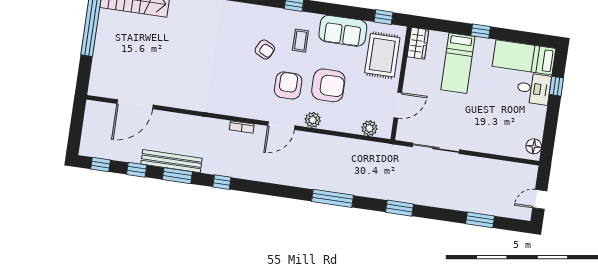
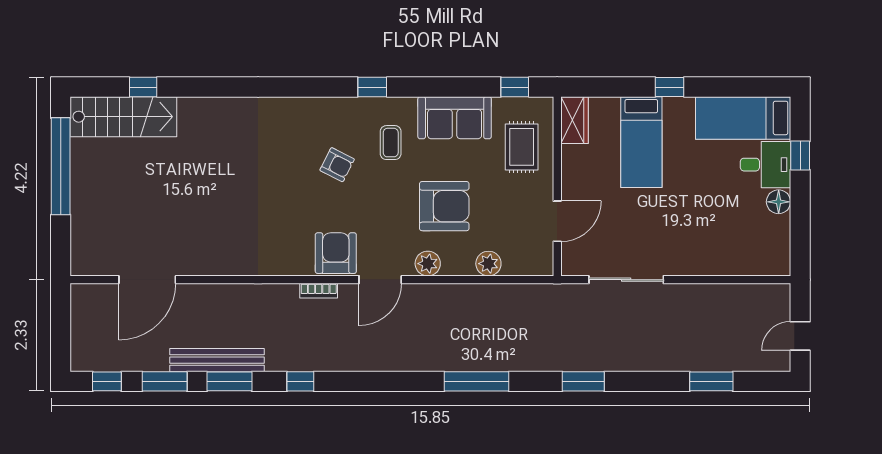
rug: (382, 55) -> (522, 147), width x0.73, depth x0.70
armchair: (288, 85) -> (336, 253), moved
plant: (369, 128) -> (488, 264), moved
floor lamp: (534, 146) -> (779, 202), moved
window: (137, 170) -> (165, 381), width x1.50

